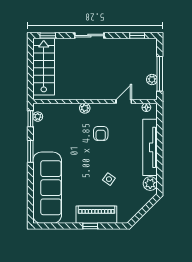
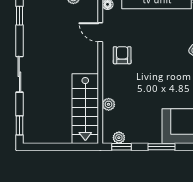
stairs: (44, 67) -> (85, 109), moved, turned -90
plant: (85, 108) -> (109, 104), moved
armchair: (101, 133) -> (122, 55), moved, turned -90

